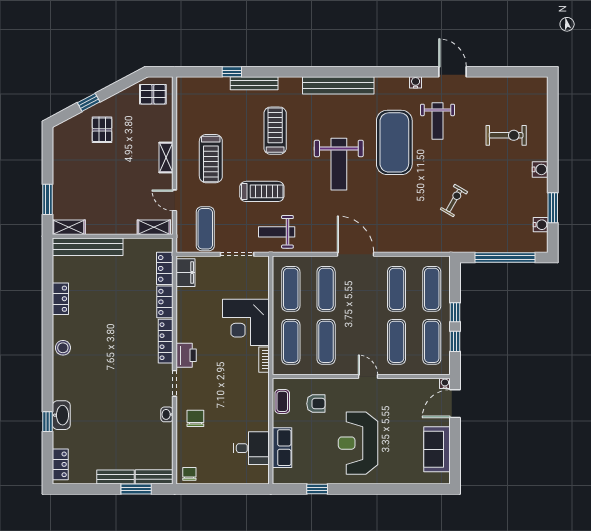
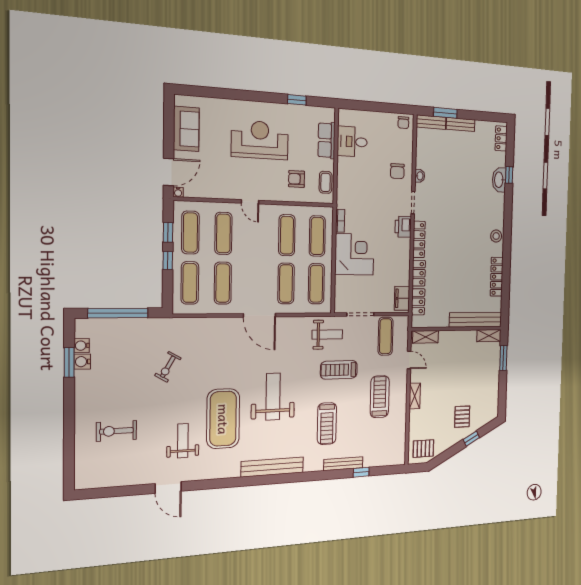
water cooler: (416, 82) -> (203, 475), removed
water cooler: (540, 169) -> (82, 362), moved
locker: (60, 299) -> (497, 277), width x1.53
reception desk: (358, 443) -> (260, 140), turned -90

